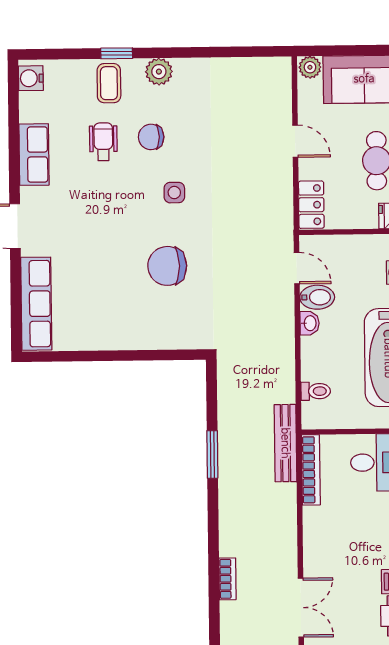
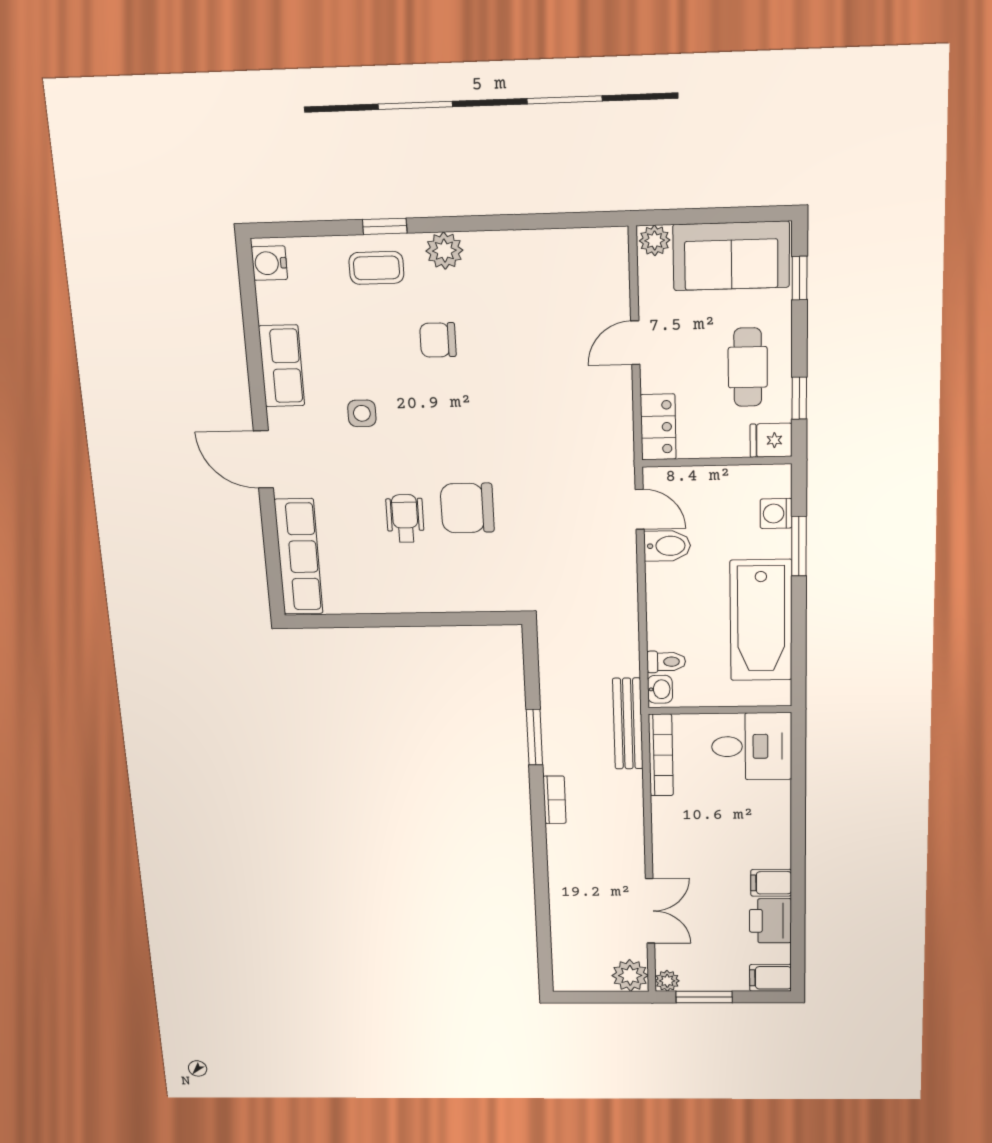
coffee table: (109, 83) -> (376, 268), turned 90
door: (295, 141) -> (635, 343), swing flipped
wheelchair: (103, 142) -> (405, 518), moved
side table: (174, 193) -> (362, 413), moved
washbasin: (310, 323) -> (660, 689), moved
bookcase: (227, 579) -> (555, 800), moved

